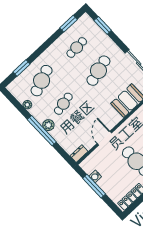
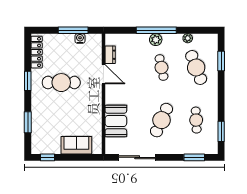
cafe table: (98, 71) -> (161, 120), turned 39
dresser: (79, 154) -> (110, 55), moved

